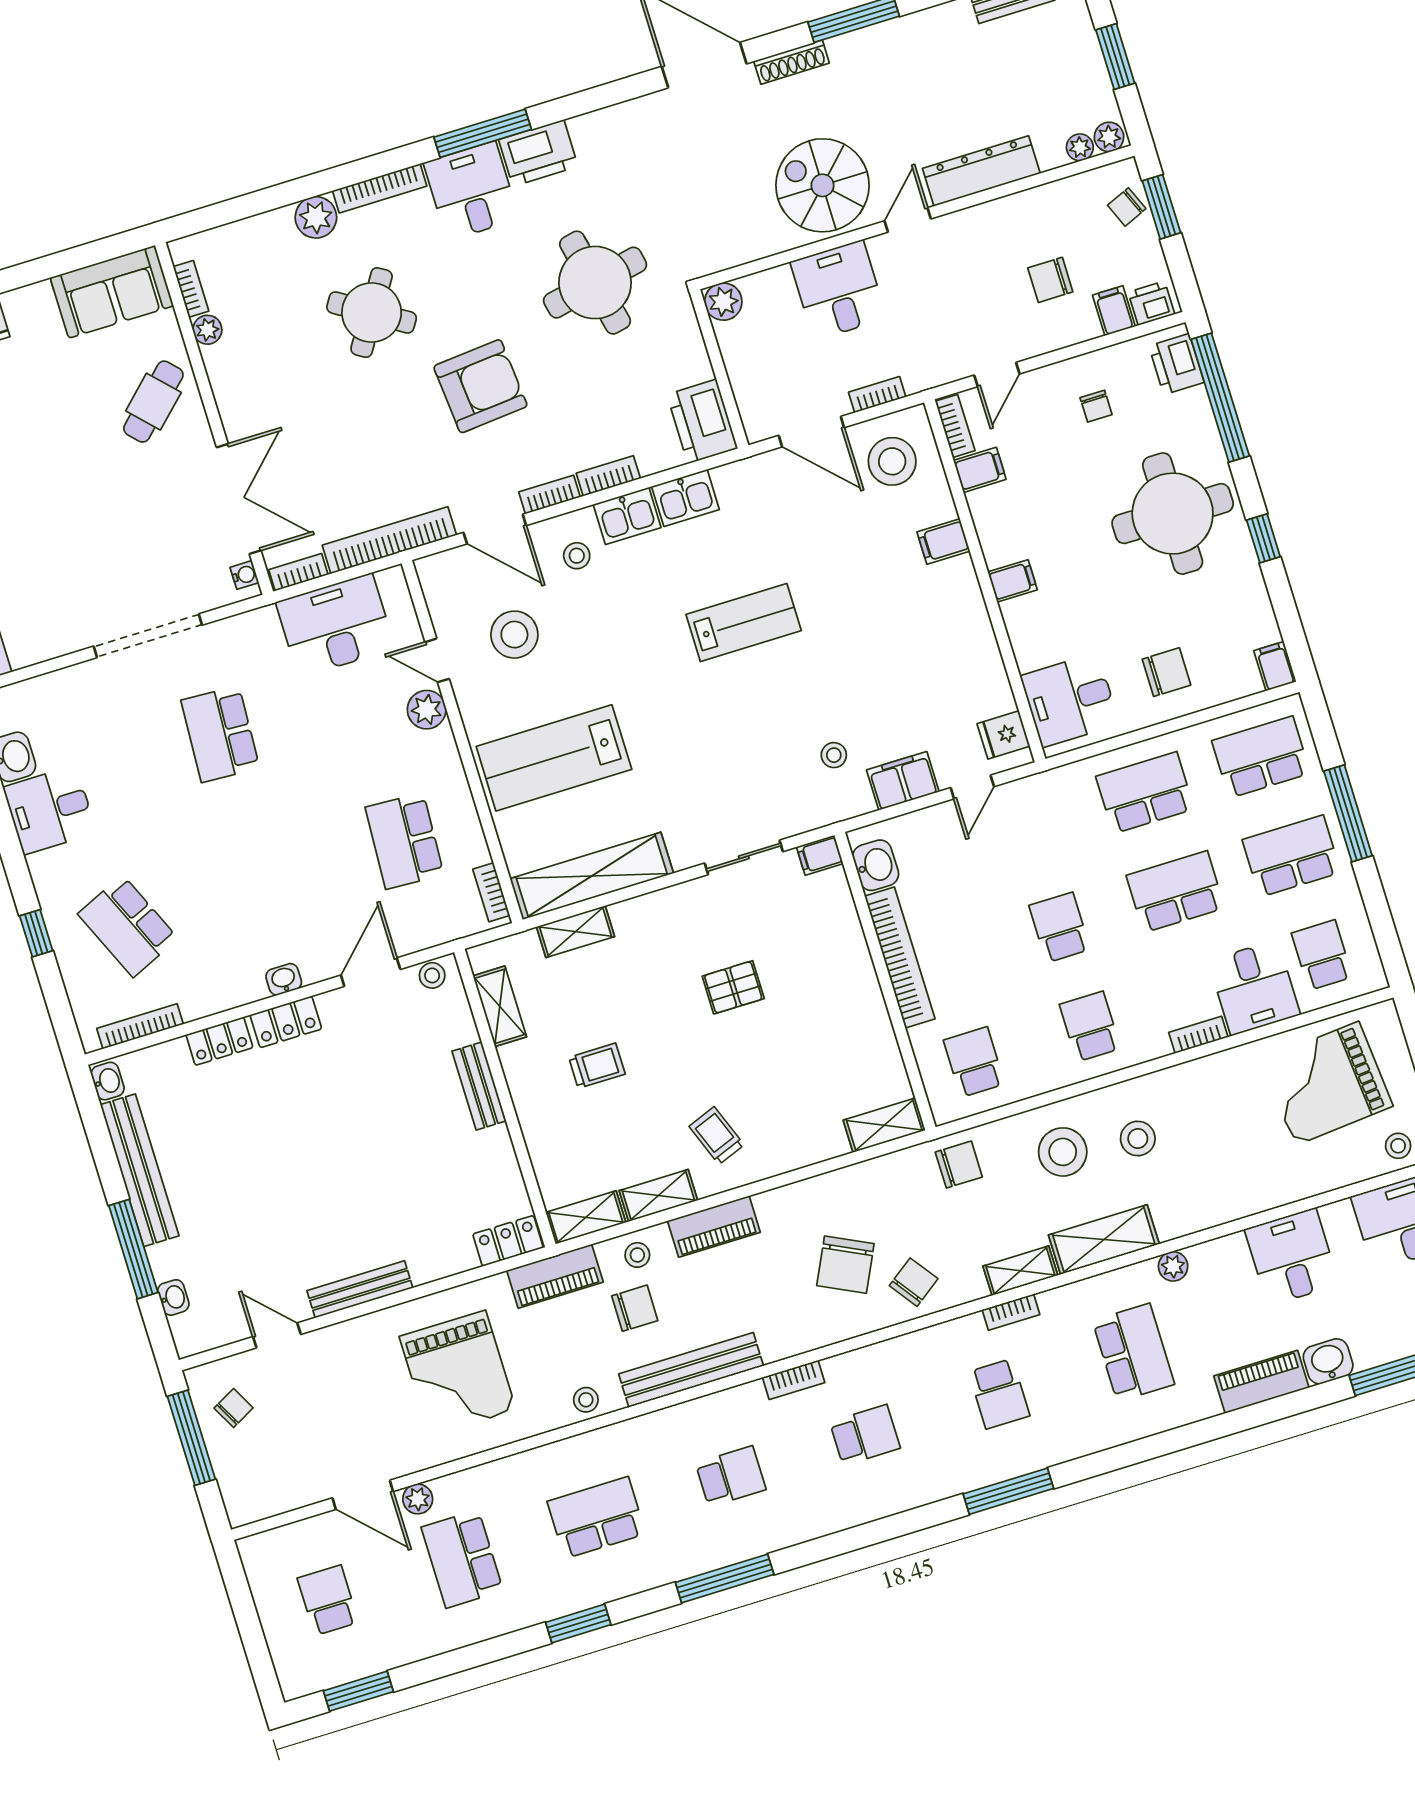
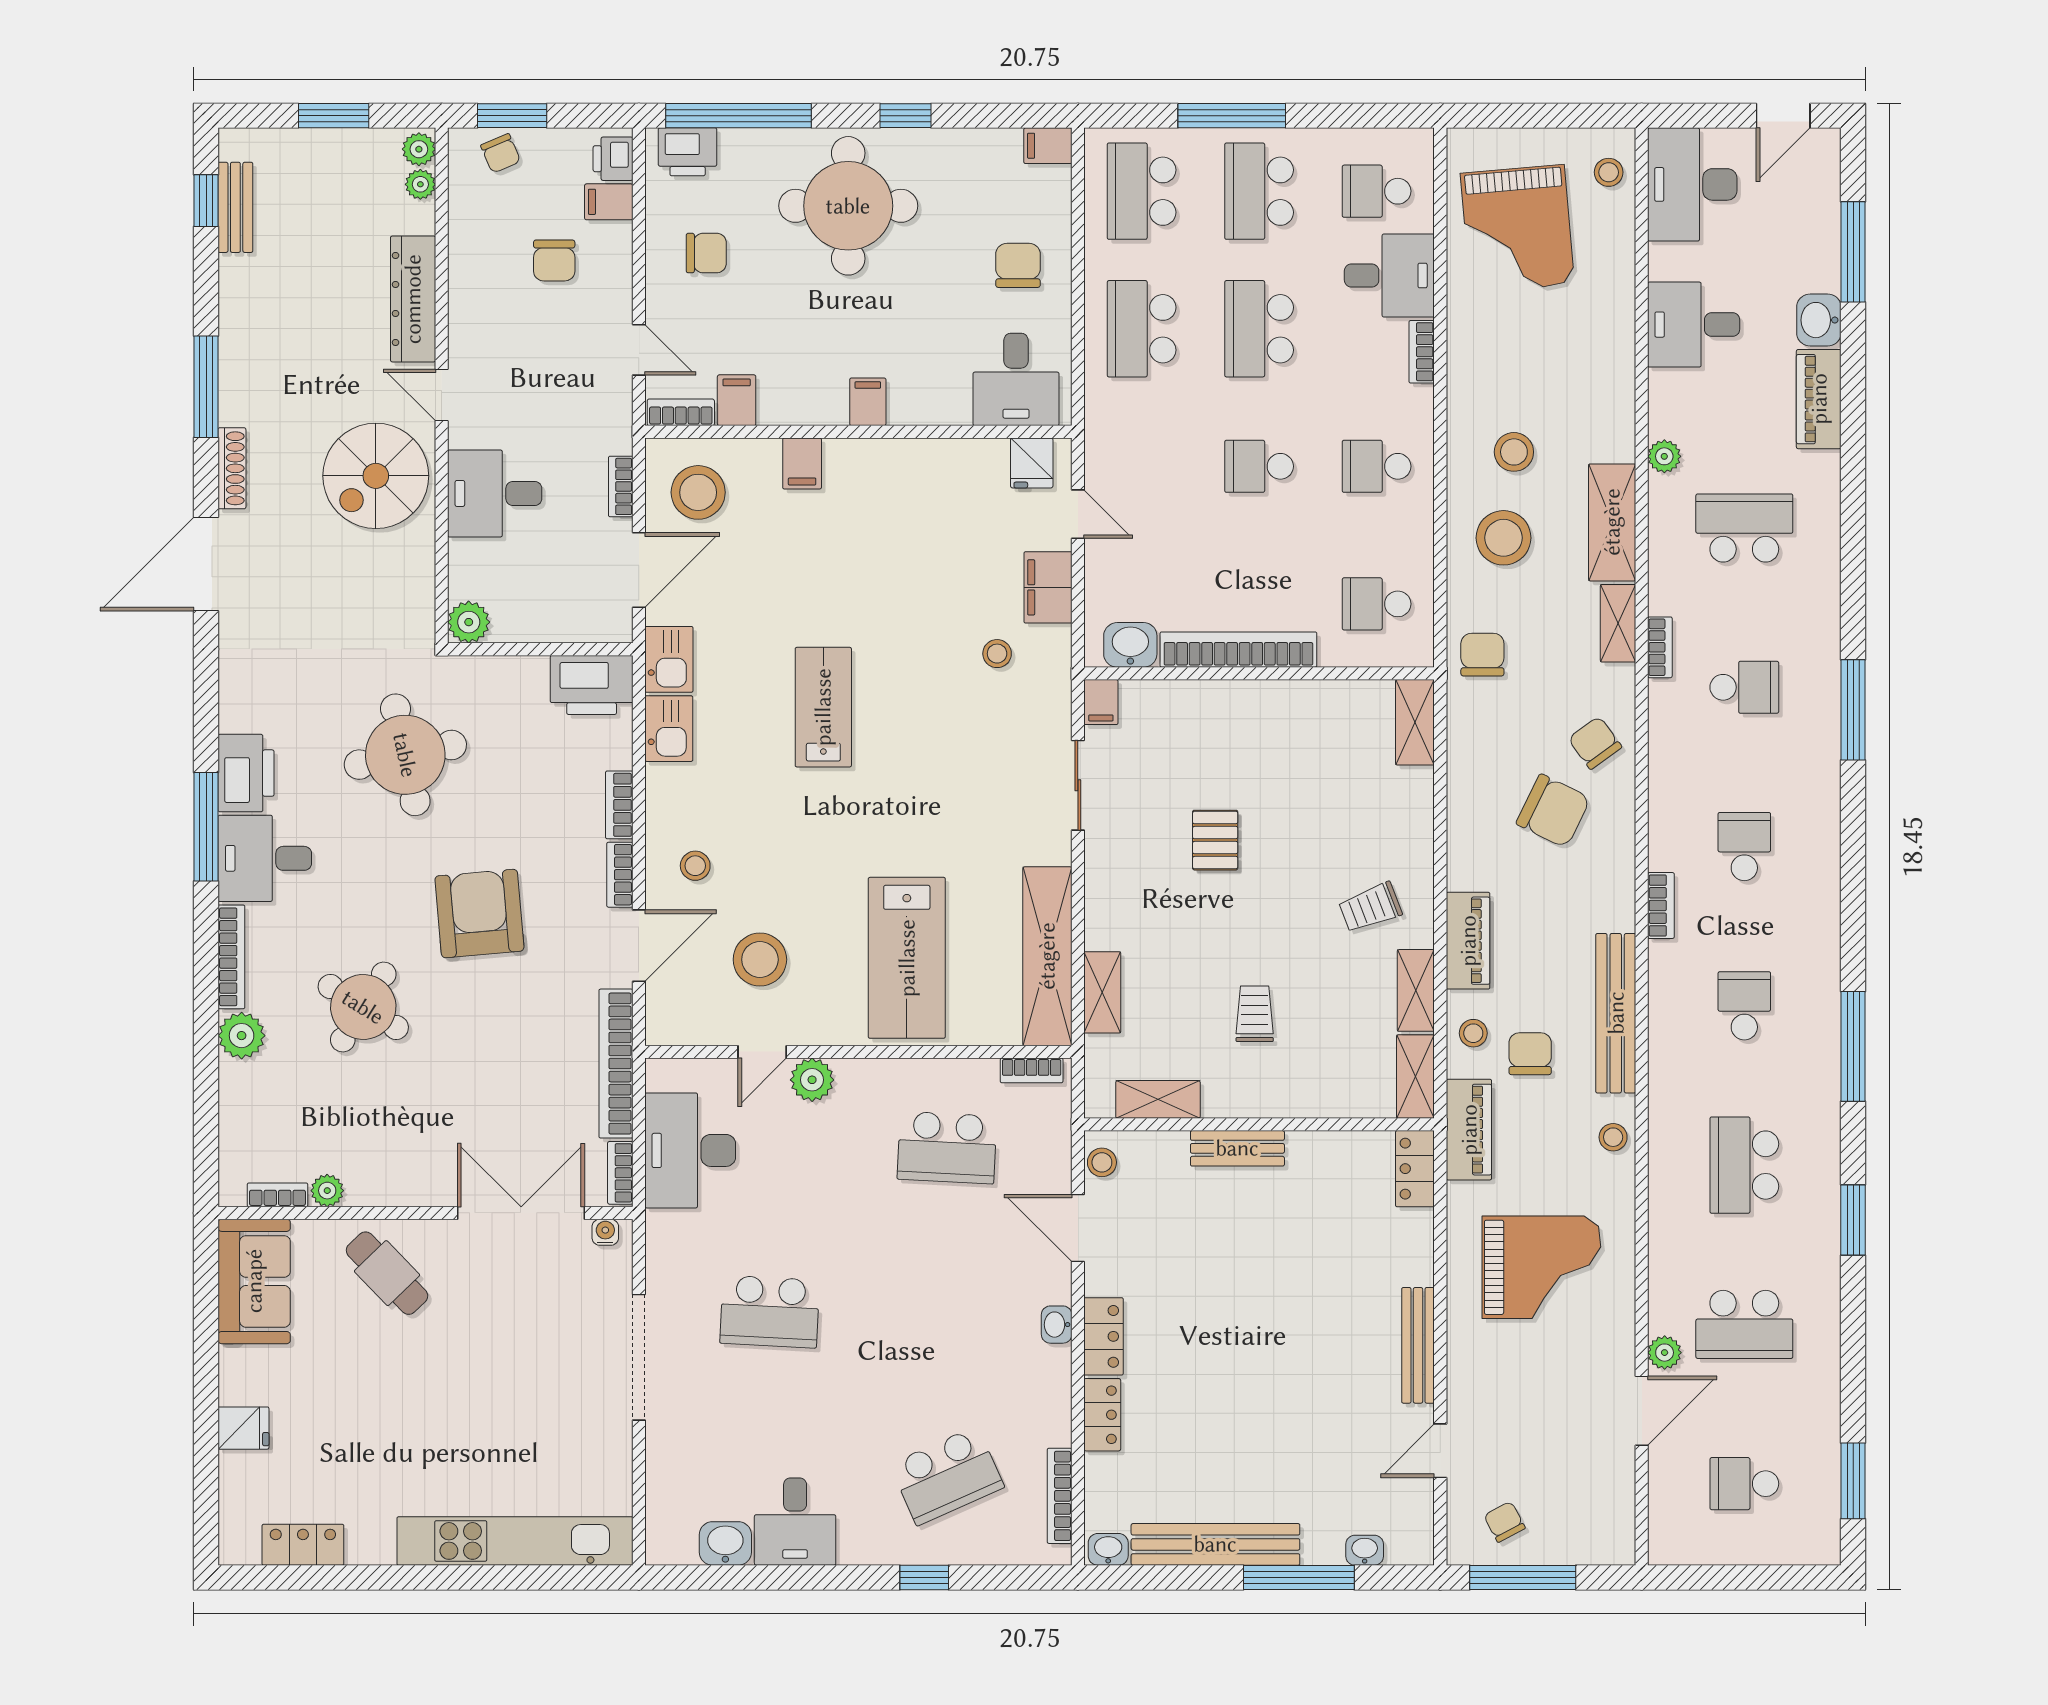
chair: (1096, 406) -> (706, 253), width x1.37, depth x1.37
kitchen sink: (627, 516) -> (669, 659), moved

